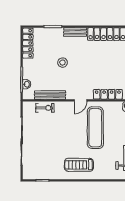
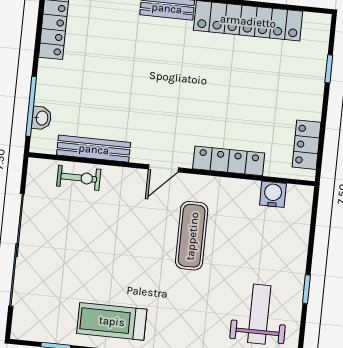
stool: (63, 63) -> (131, 76), removed
exercise mat: (95, 128) -> (192, 236), width x0.73, depth x0.69
treadmill: (79, 165) -> (112, 321), moved

